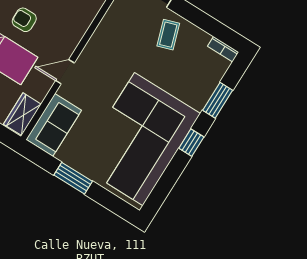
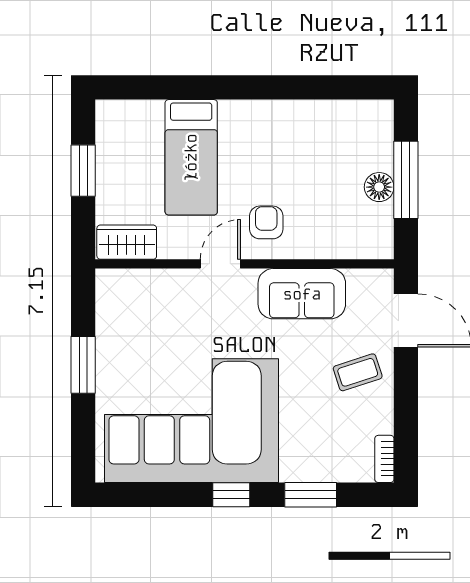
armchair: (24, 20) -> (266, 222), moved
door: (65, 72) -> (220, 264), hinge flipped
sofa: (54, 125) -> (302, 294), moved

